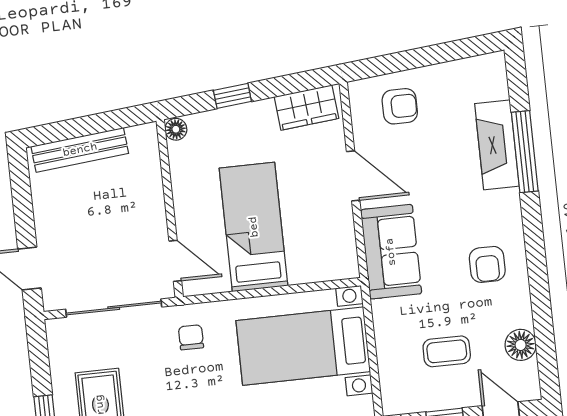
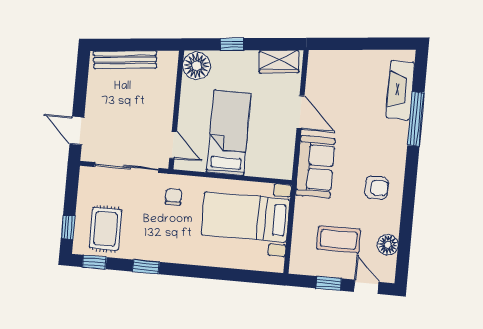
armchair: (400, 106) -> (340, 73), removed
floor lamp: (176, 129) -> (197, 66), width x1.89, depth x1.89
fireplace: (497, 145) -> (400, 90), moved
armchair: (487, 264) -> (377, 188), turned -90
coffee table: (447, 351) -> (339, 239), width x1.36, depth x1.30

